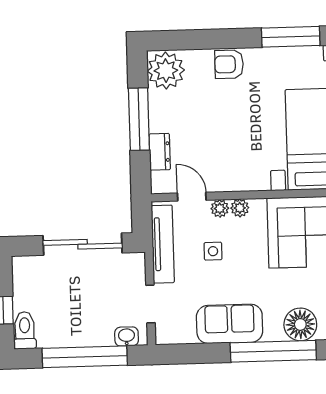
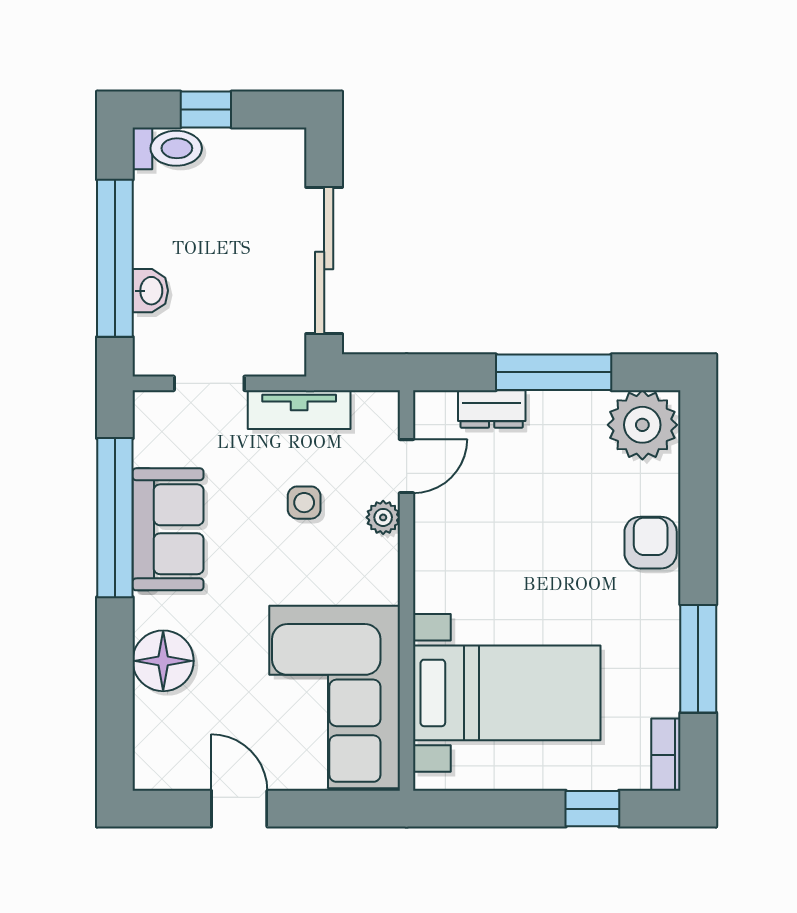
plant: (240, 208) -> (383, 555), removed
tv unit: (163, 244) -> (299, 410), width x0.71
washbasin: (127, 337) -> (150, 291), moved
window: (273, 351) -> (115, 518), moved

